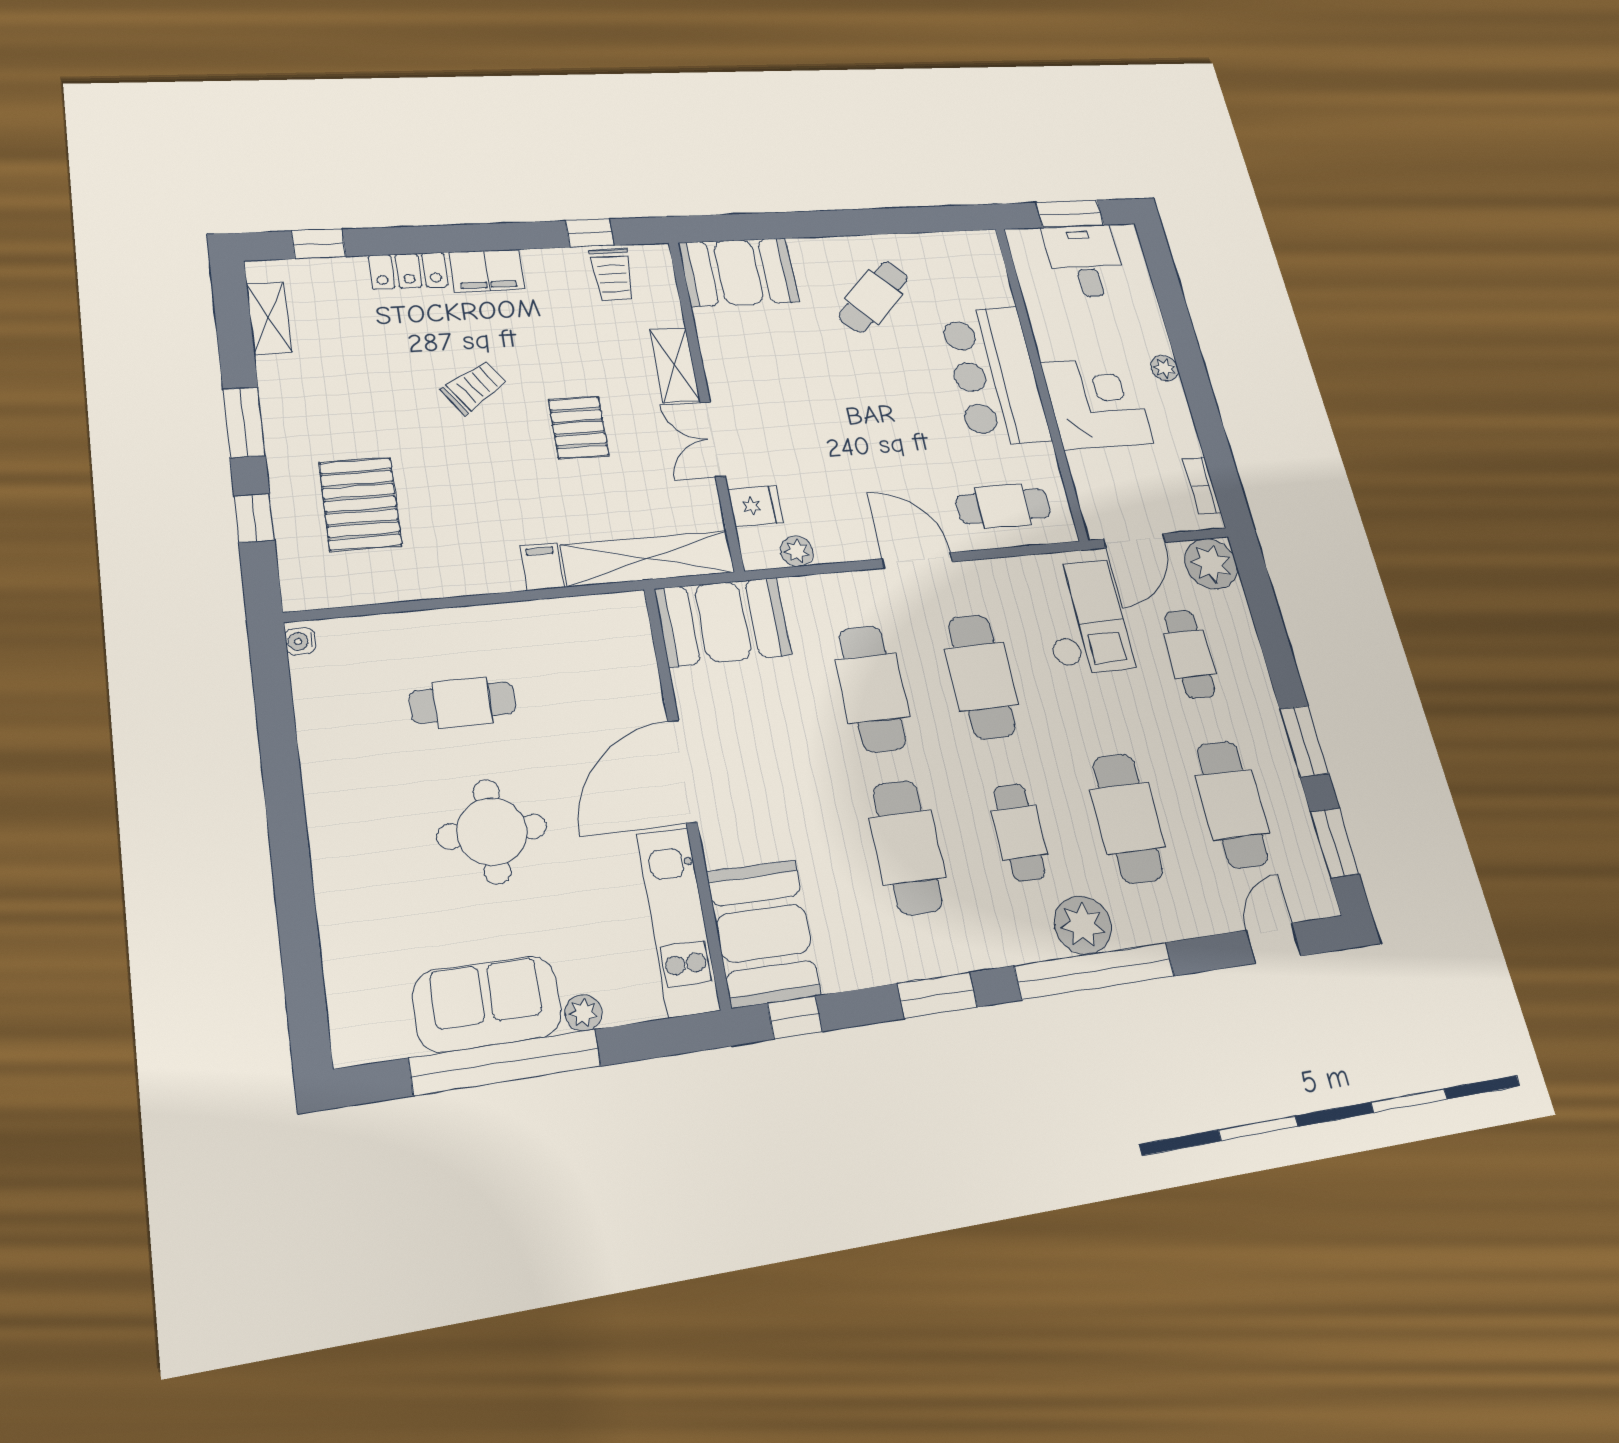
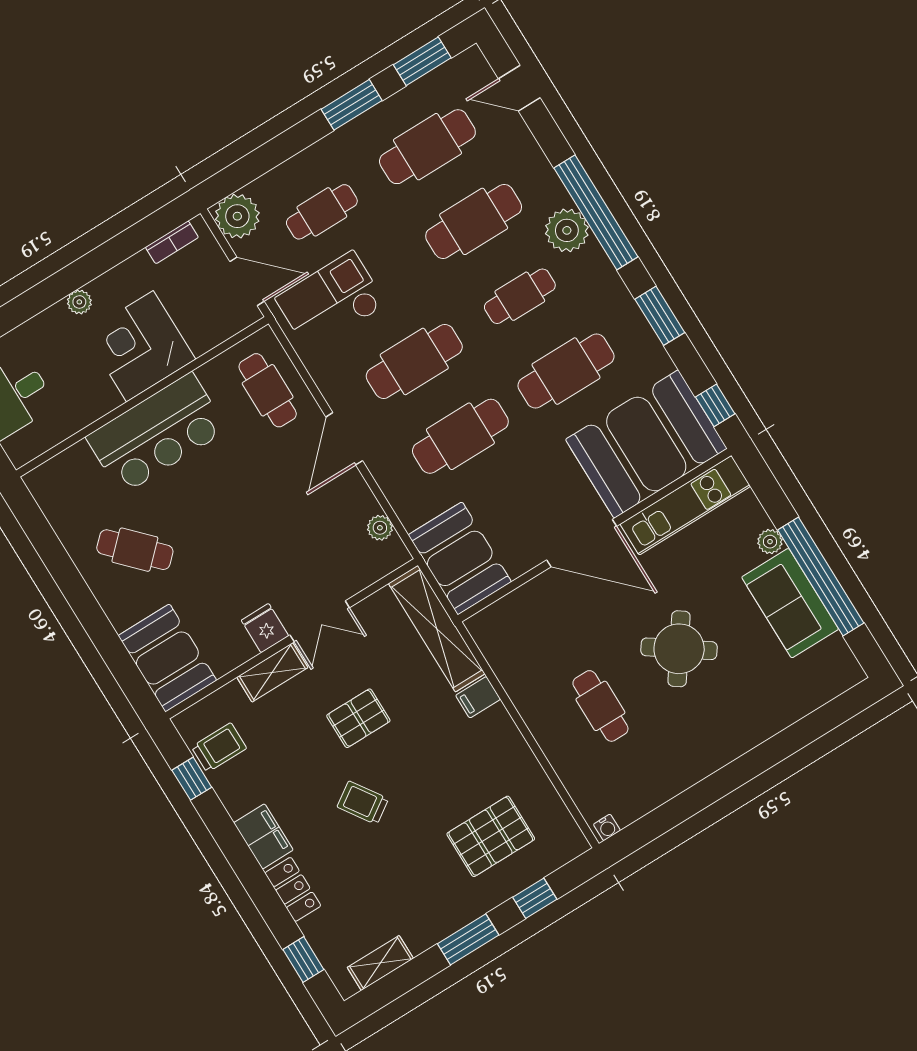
fridge: (756, 506) -> (265, 628), moved
round table: (492, 832) -> (679, 649), turned 35
booth: (764, 933) -> (646, 444), width x1.36, depth x1.42

